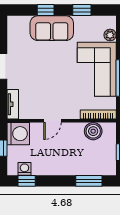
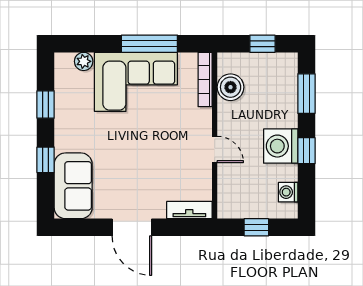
sofa: (52, 28) -> (73, 186), moved
washing machine: (18, 134) -> (281, 146), moved, turned -90
window: (27, 181) -> (306, 151), moved

